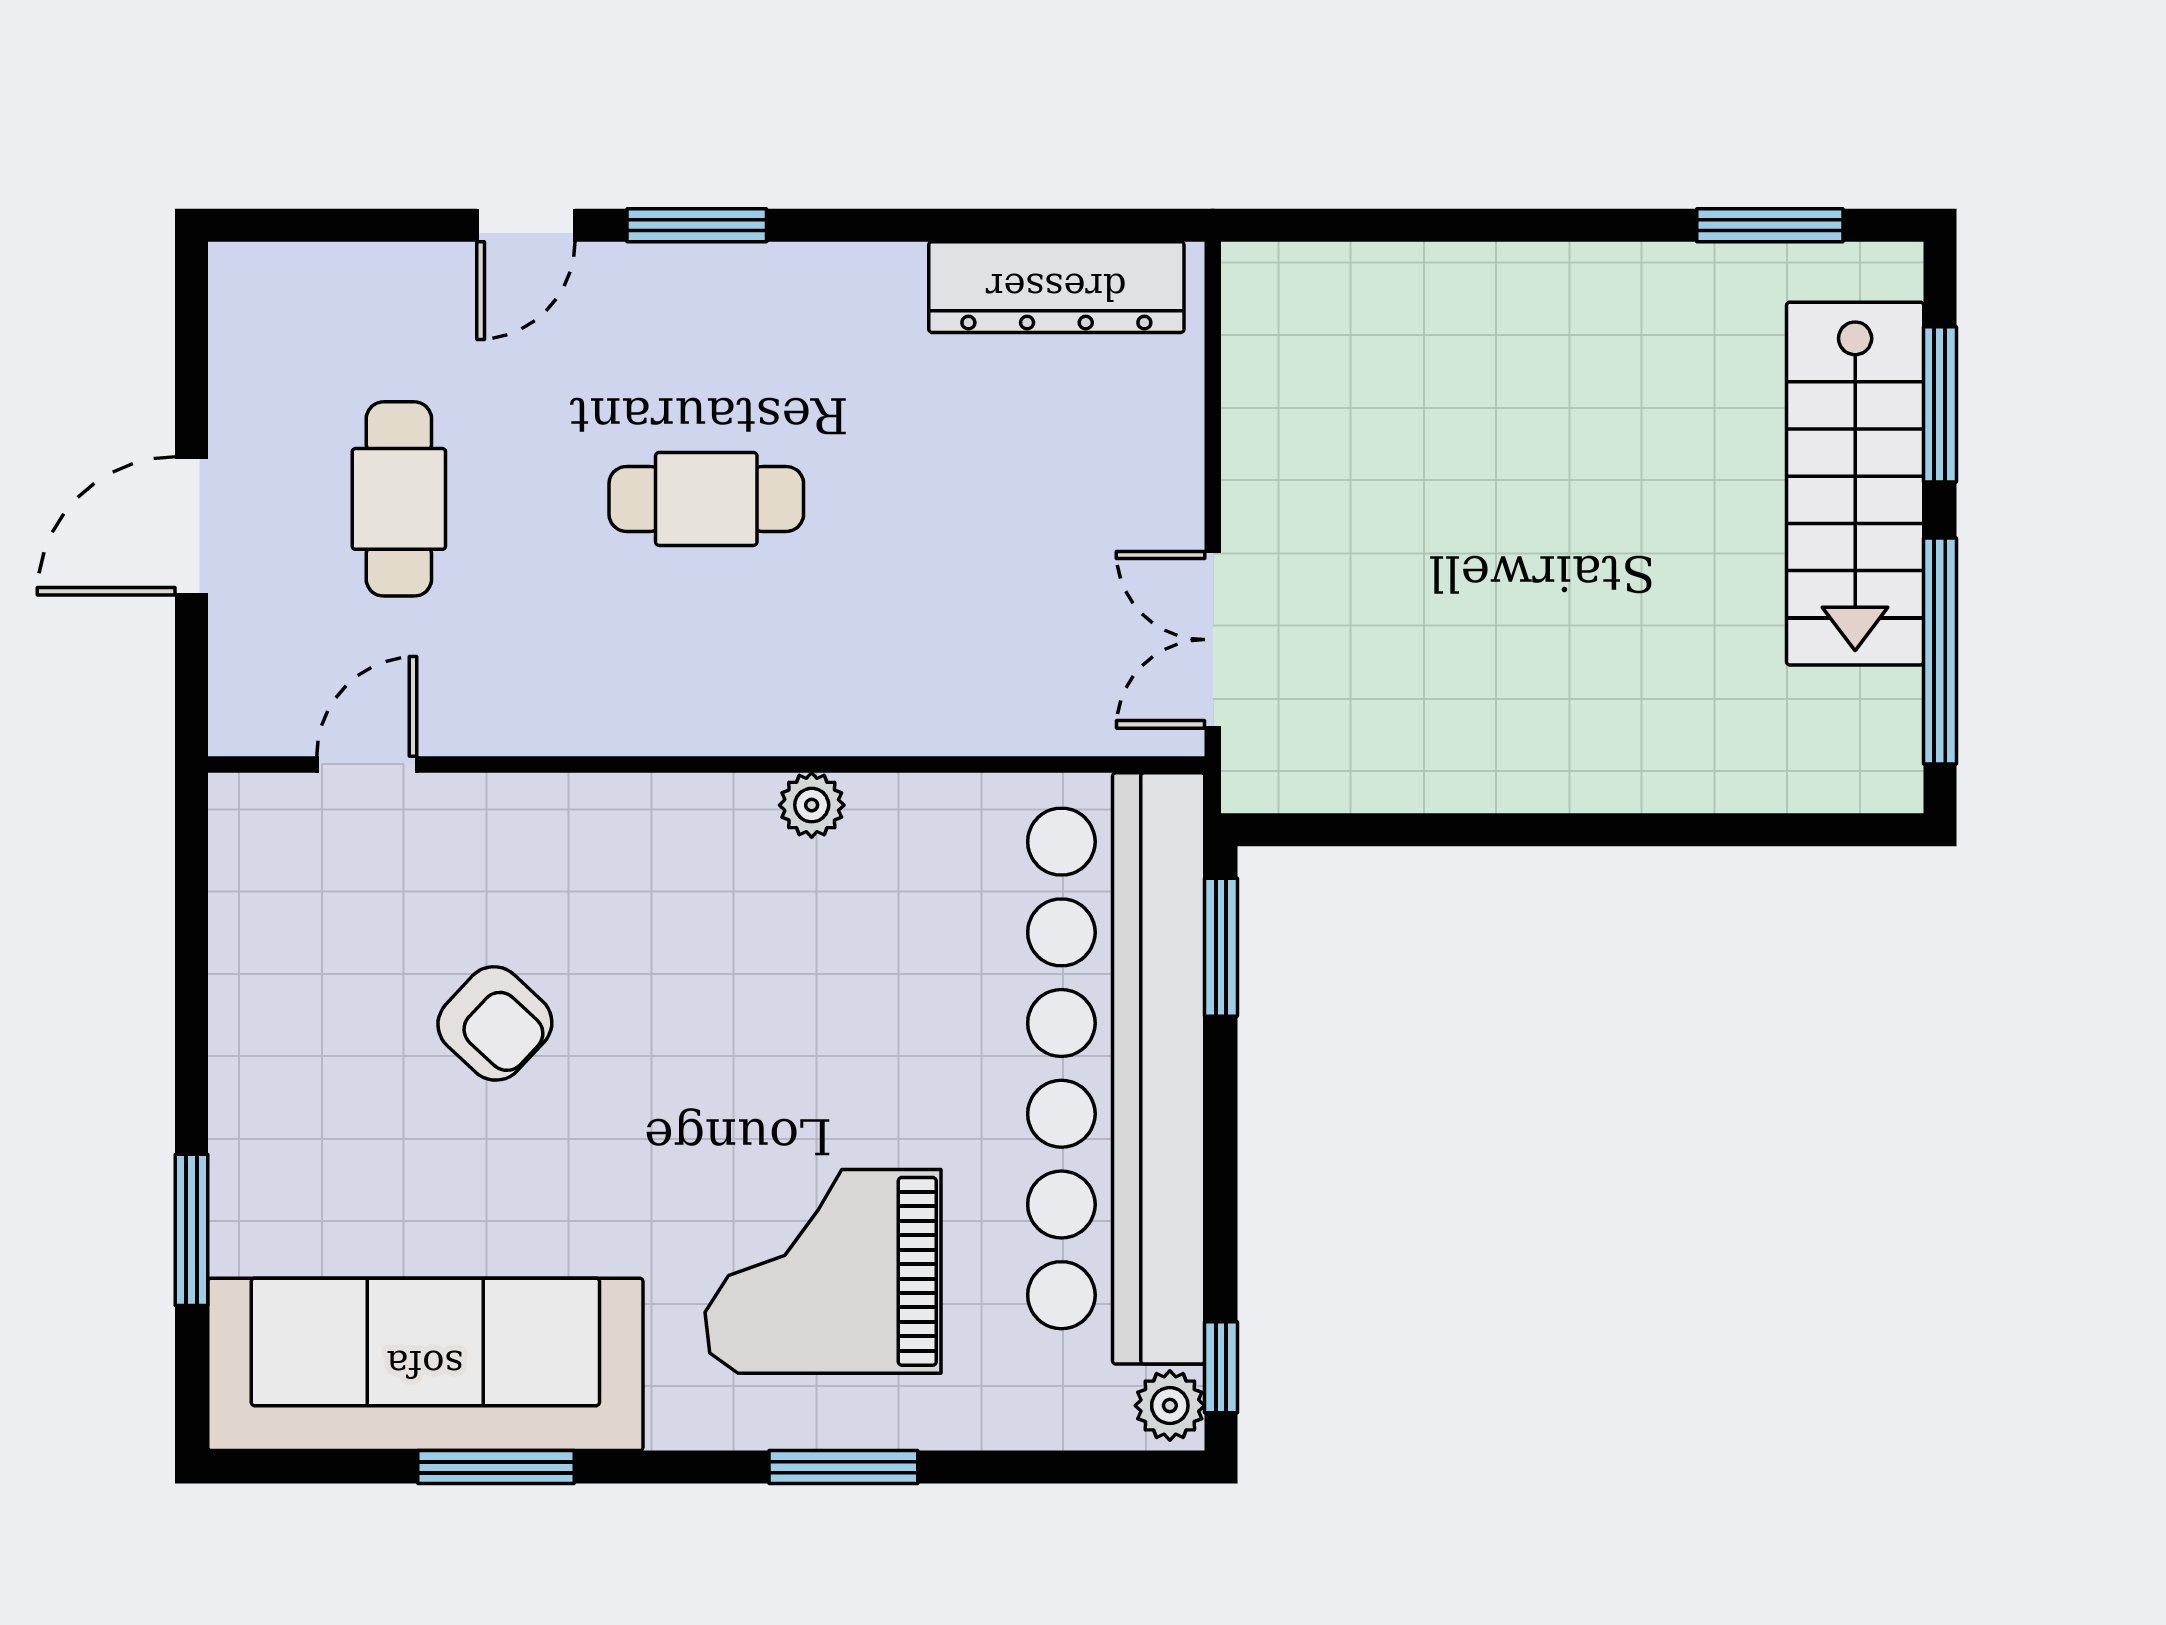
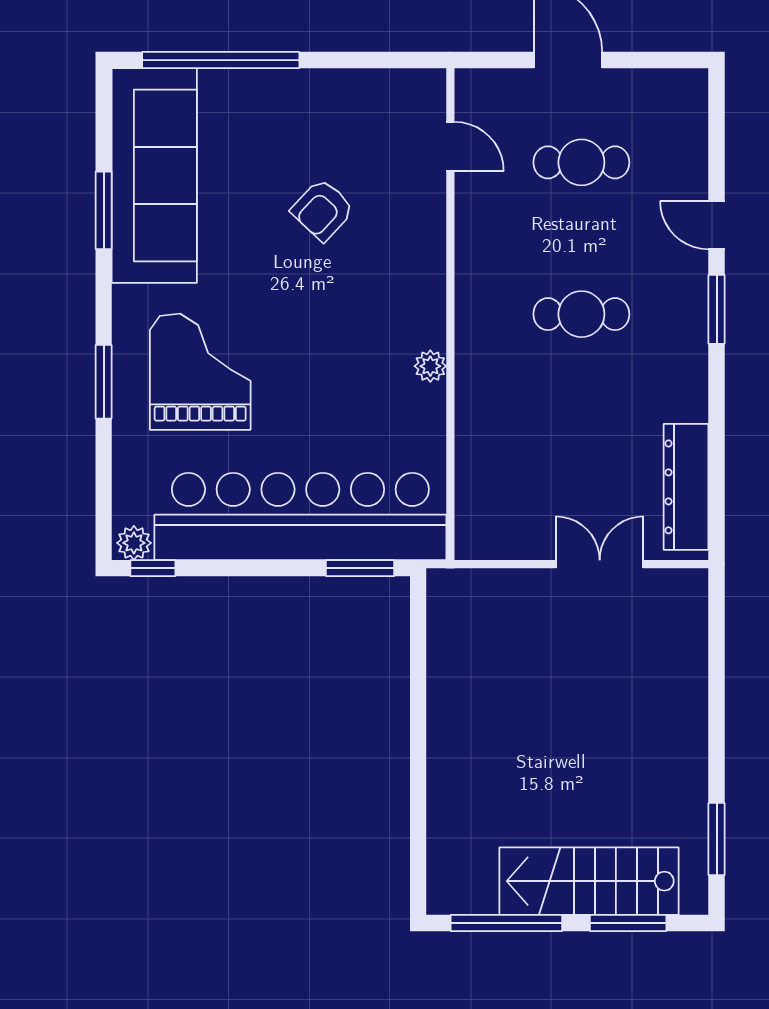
cafe table: (706, 499) -> (581, 314), turned 90
double door: (1213, 640) -> (600, 564), moved
window: (192, 1230) -> (221, 60), width x2.11

